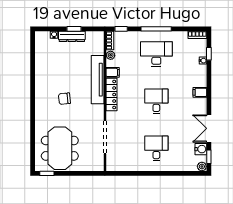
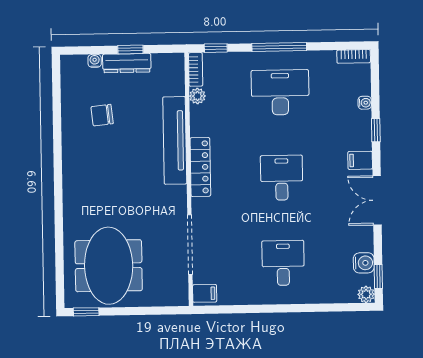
window: (209, 54) -> (376, 130), moved
filing cabinet: (113, 72) -> (205, 293), moved
chair: (64, 99) -> (102, 115), moved
double door: (209, 128) -> (377, 200), moved

